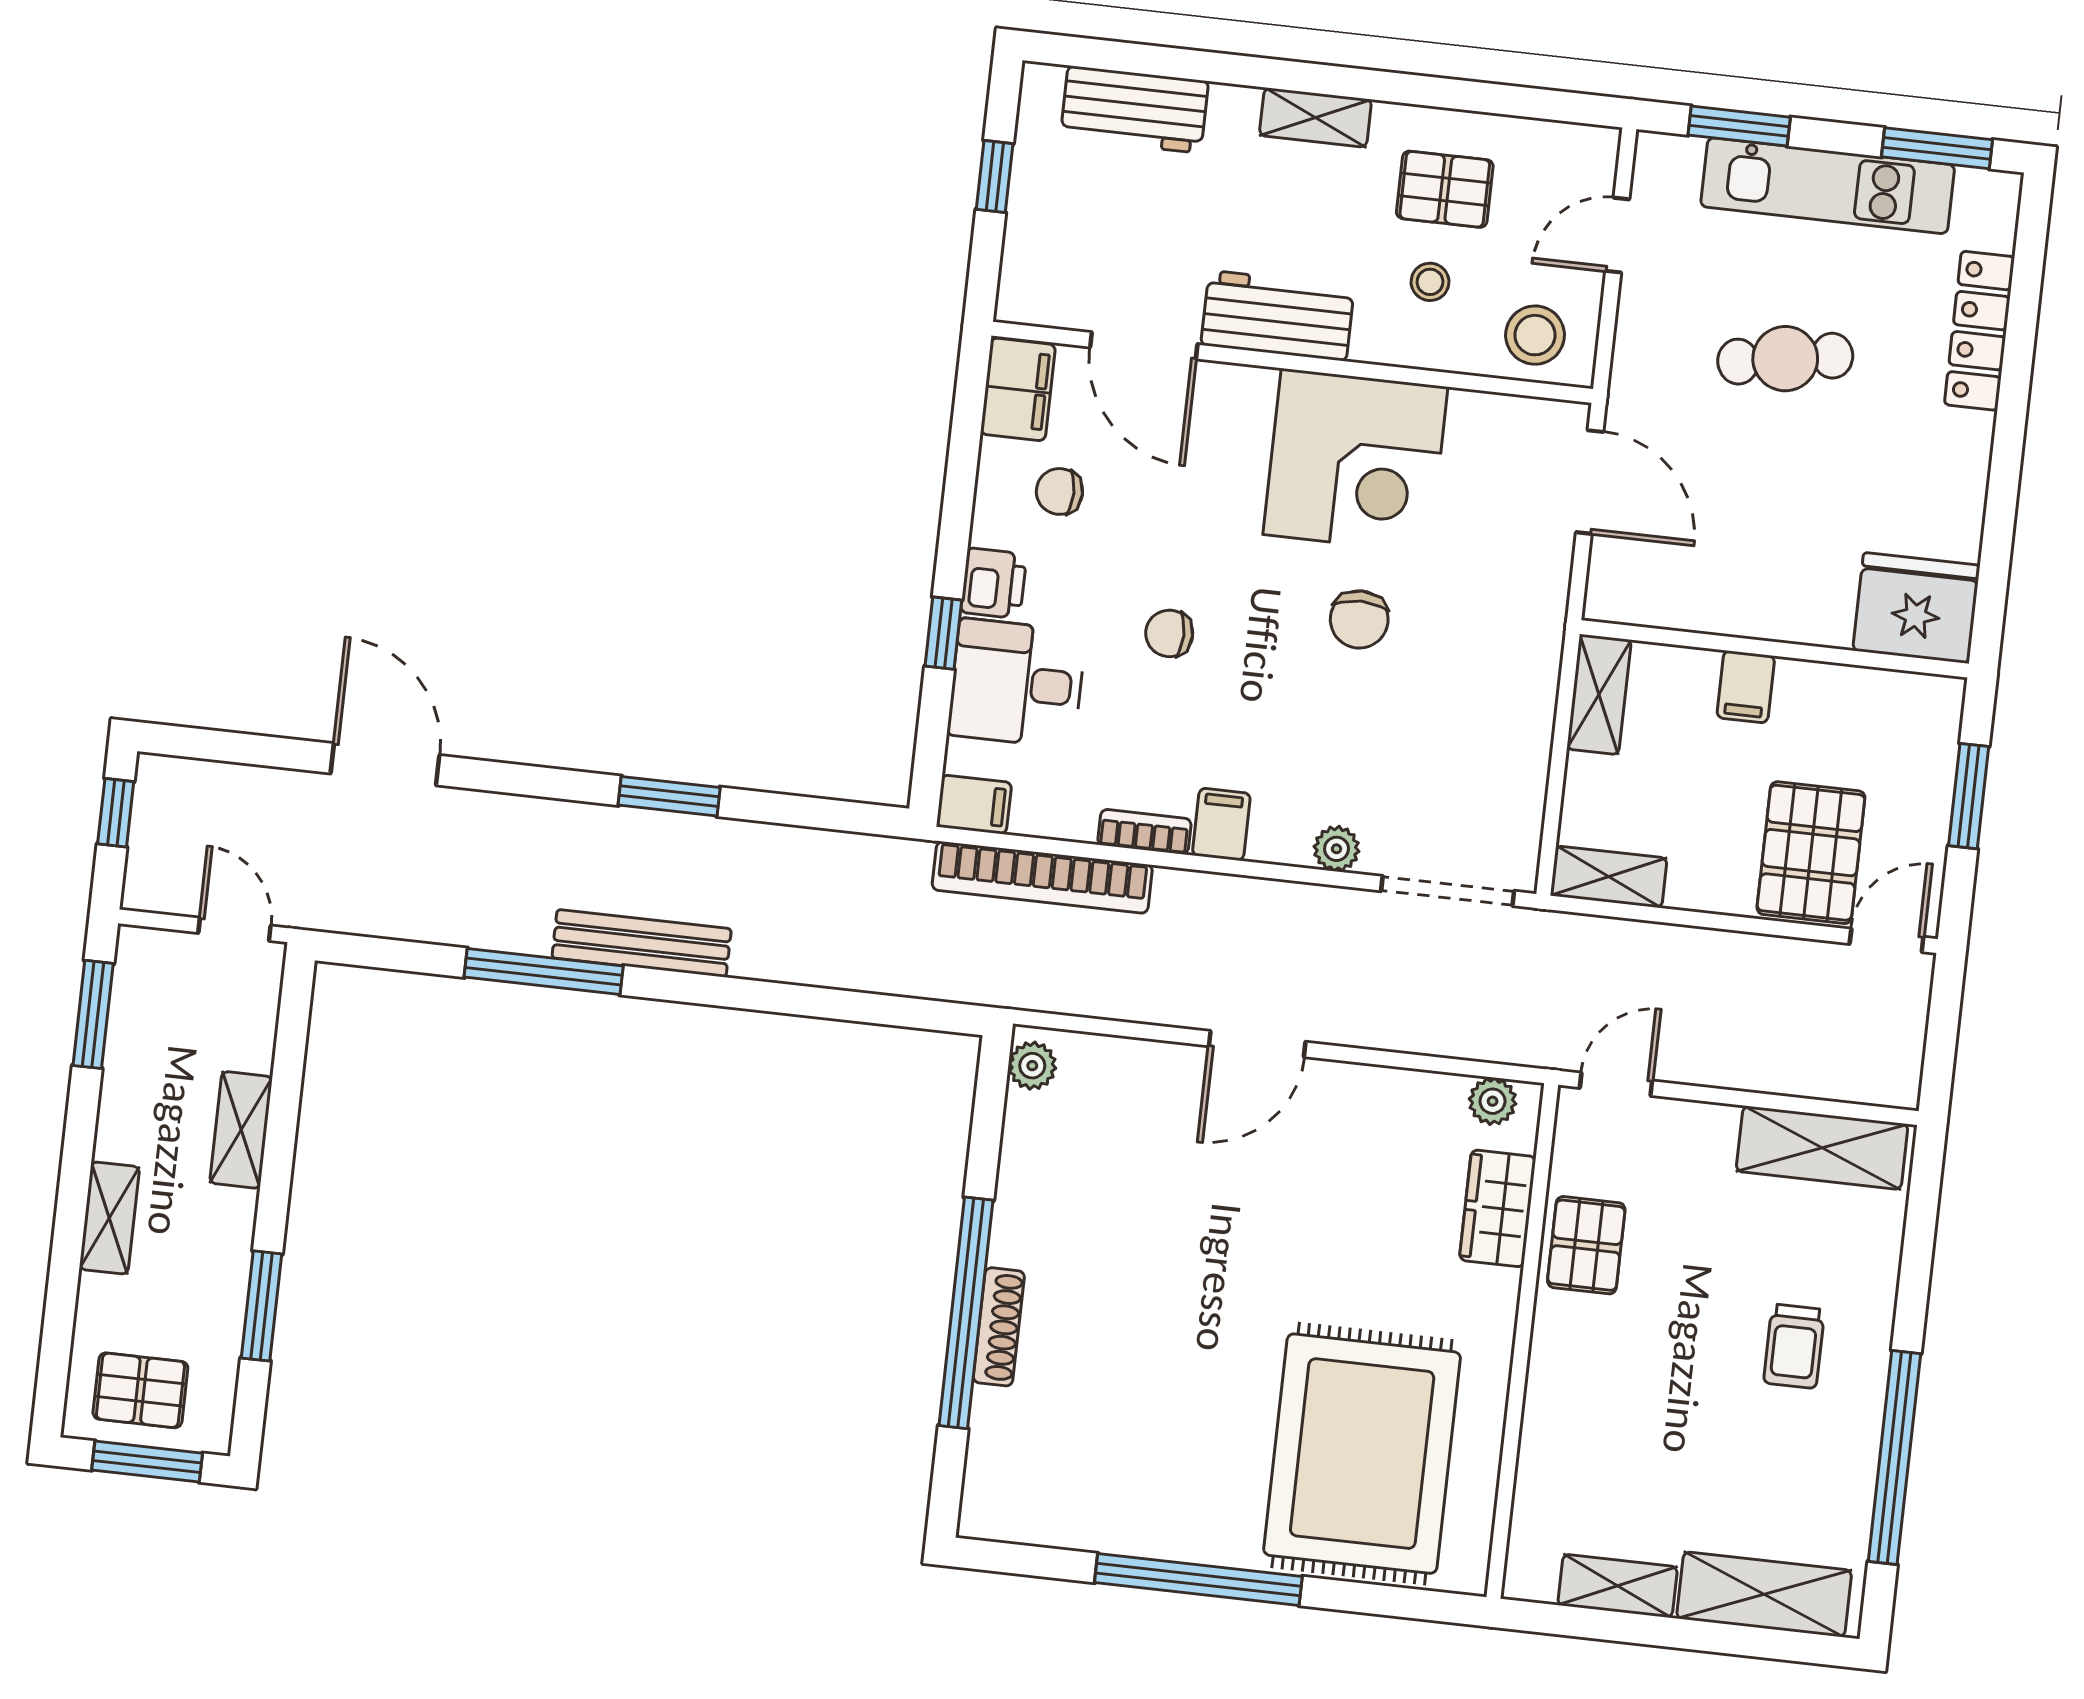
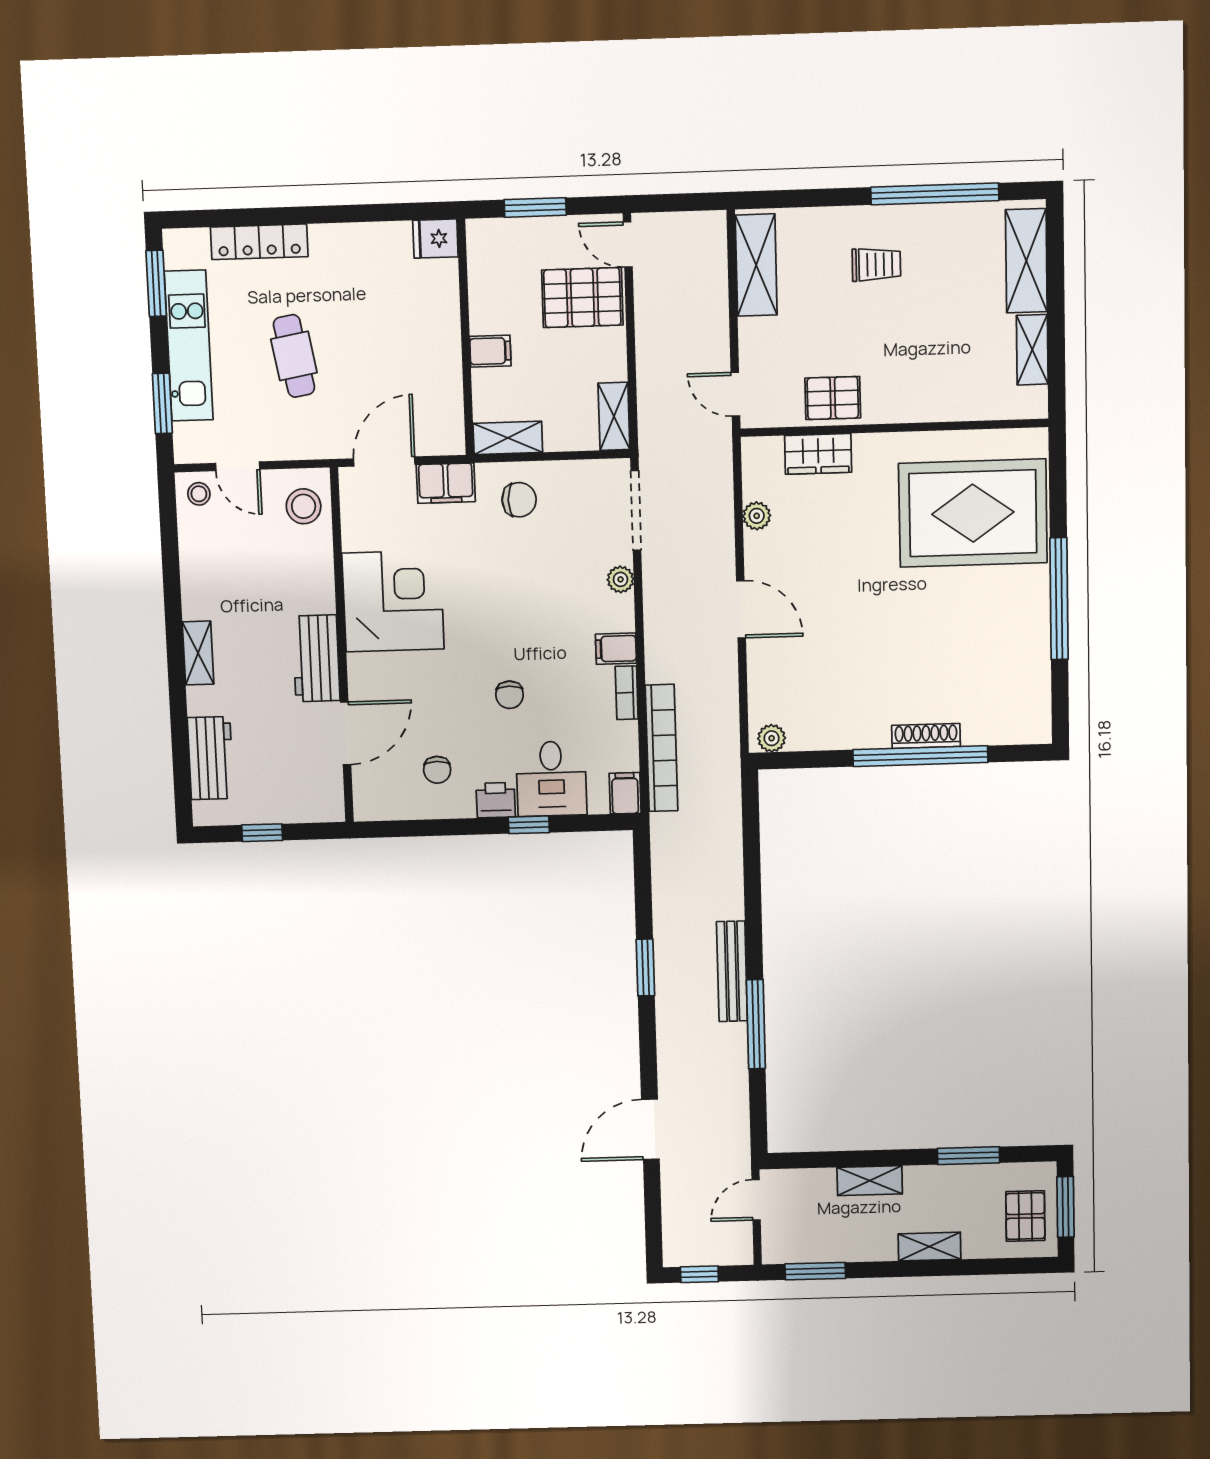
pallet: (1445, 189) -> (227, 572), removed
stool: (1430, 282) -> (199, 494), moved
filing cabinet: (1018, 389) -> (446, 483), moved, turned 180
fridge: (1916, 608) -> (435, 239), width x0.53, depth x0.75
chair: (1359, 619) -> (519, 500), moved
plant: (1493, 1101) -> (757, 516), moved

